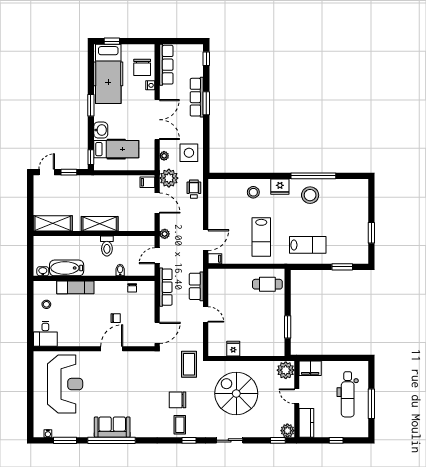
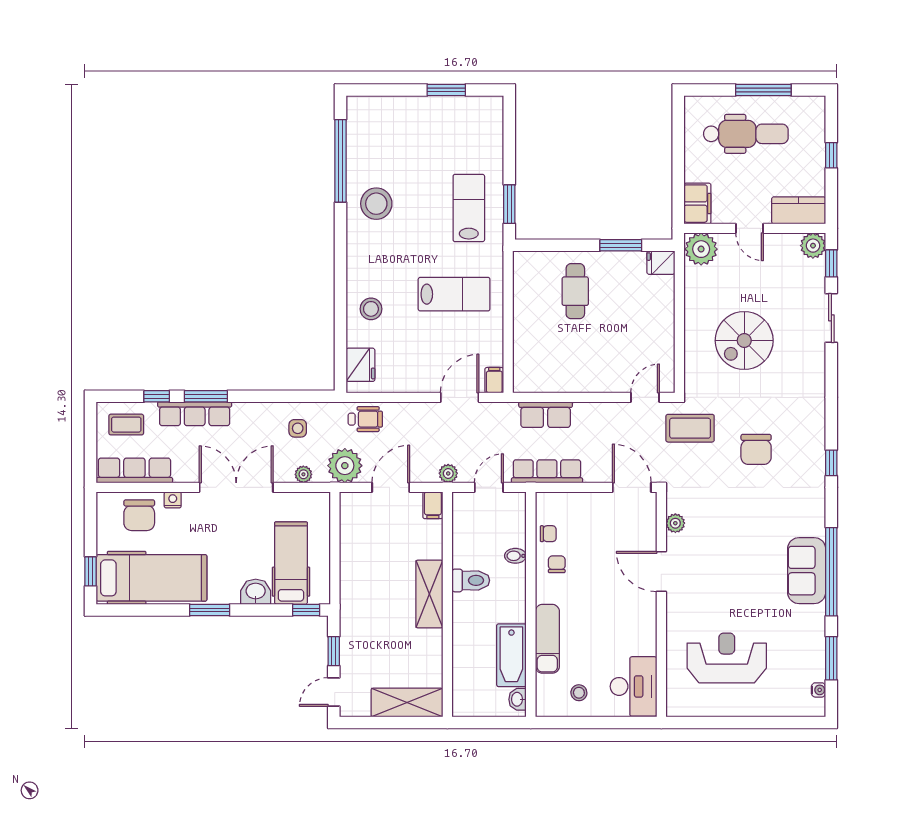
window: (206, 59) -> (157, 396), moved
chair: (142, 67) -> (139, 515), turned 90
side table: (189, 153) -> (298, 428), width x0.54, depth x0.54
door: (47, 172) -> (334, 692), hinge flipped
window: (313, 176) -> (341, 161), moved
filing cabinet: (147, 182) -> (433, 505), moved
fridge: (280, 187) -> (360, 365), moved
wheelchair: (194, 189) -> (365, 419), turned 180
shelving: (53, 223) -> (407, 703), moved, turned 90
door: (206, 240) -> (460, 397), hinge flipped
door: (157, 256) -> (489, 487), swing flipped
window: (342, 267) -> (509, 204), moved
cafe table: (267, 284) -> (575, 291), moved
door: (206, 314) -> (645, 397), moved
chair: (116, 318) -> (557, 564), moved
desk: (45, 334) -> (633, 686), width x1.37
fridge: (233, 349) -> (661, 263), moved
plant: (138, 356) -> (675, 523), added
reception desk: (65, 384) -> (727, 658), width x0.74, depth x0.77
spiral stairs: (236, 393) -> (744, 341), width x0.73, depth x0.73
door: (297, 396) -> (750, 228), hinge flipped
coffee table: (180, 425) -> (126, 425), moved
window: (189, 440) -> (831, 463), moved
sliding door: (230, 440) -> (831, 318), moved

